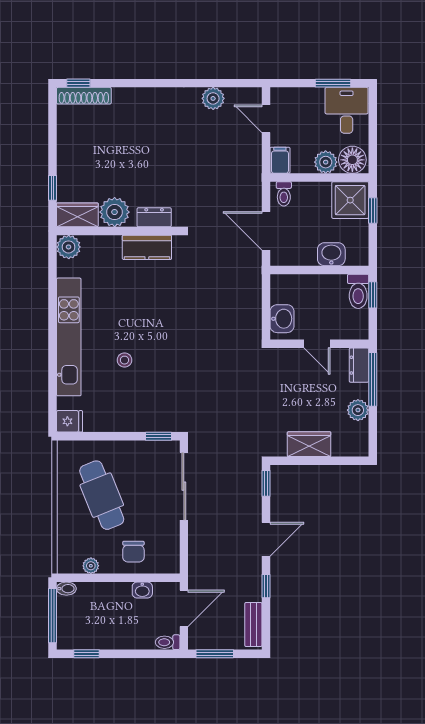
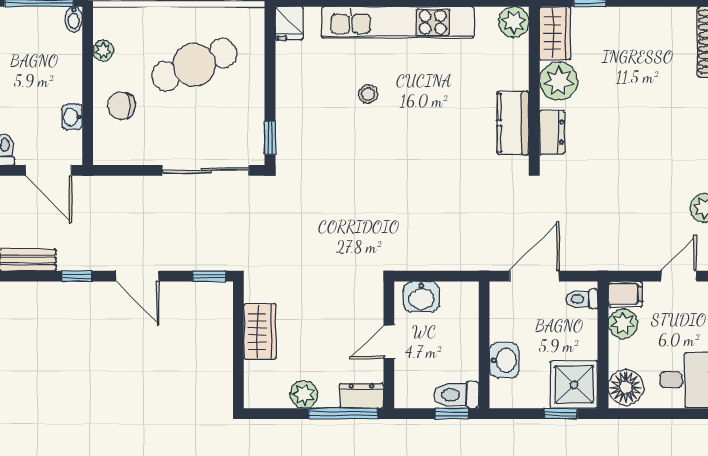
plant: (326, 162) -> (623, 324), moved

